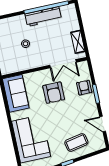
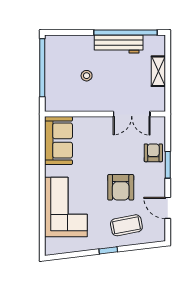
shelving: (78, 42) -> (158, 71), moved
armchair: (54, 93) -> (121, 187), moved

